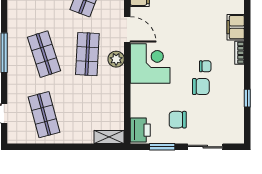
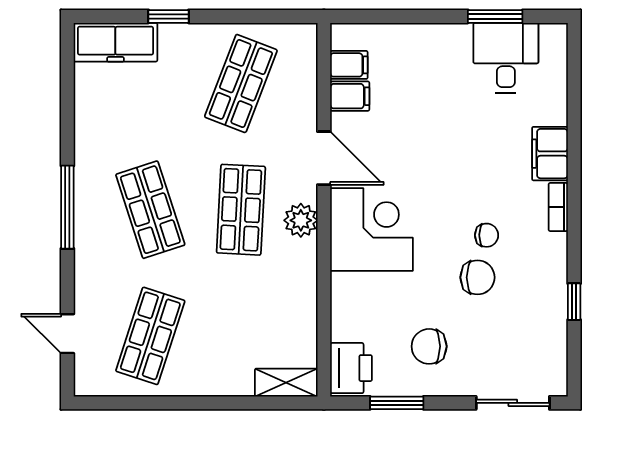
shop shelf: (44, 115) -> (150, 336), turned 33
sliding door: (205, 147) -> (513, 403), moved

